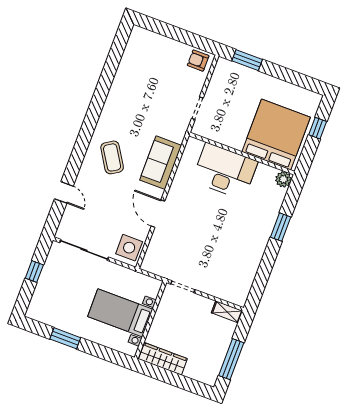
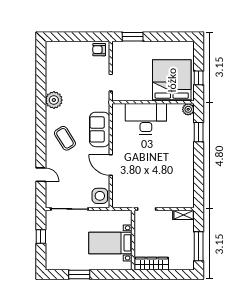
plant: (116, 103) -> (54, 100), added
window: (318, 128) -> (199, 78), moved
window: (281, 227) -> (199, 132), moved

